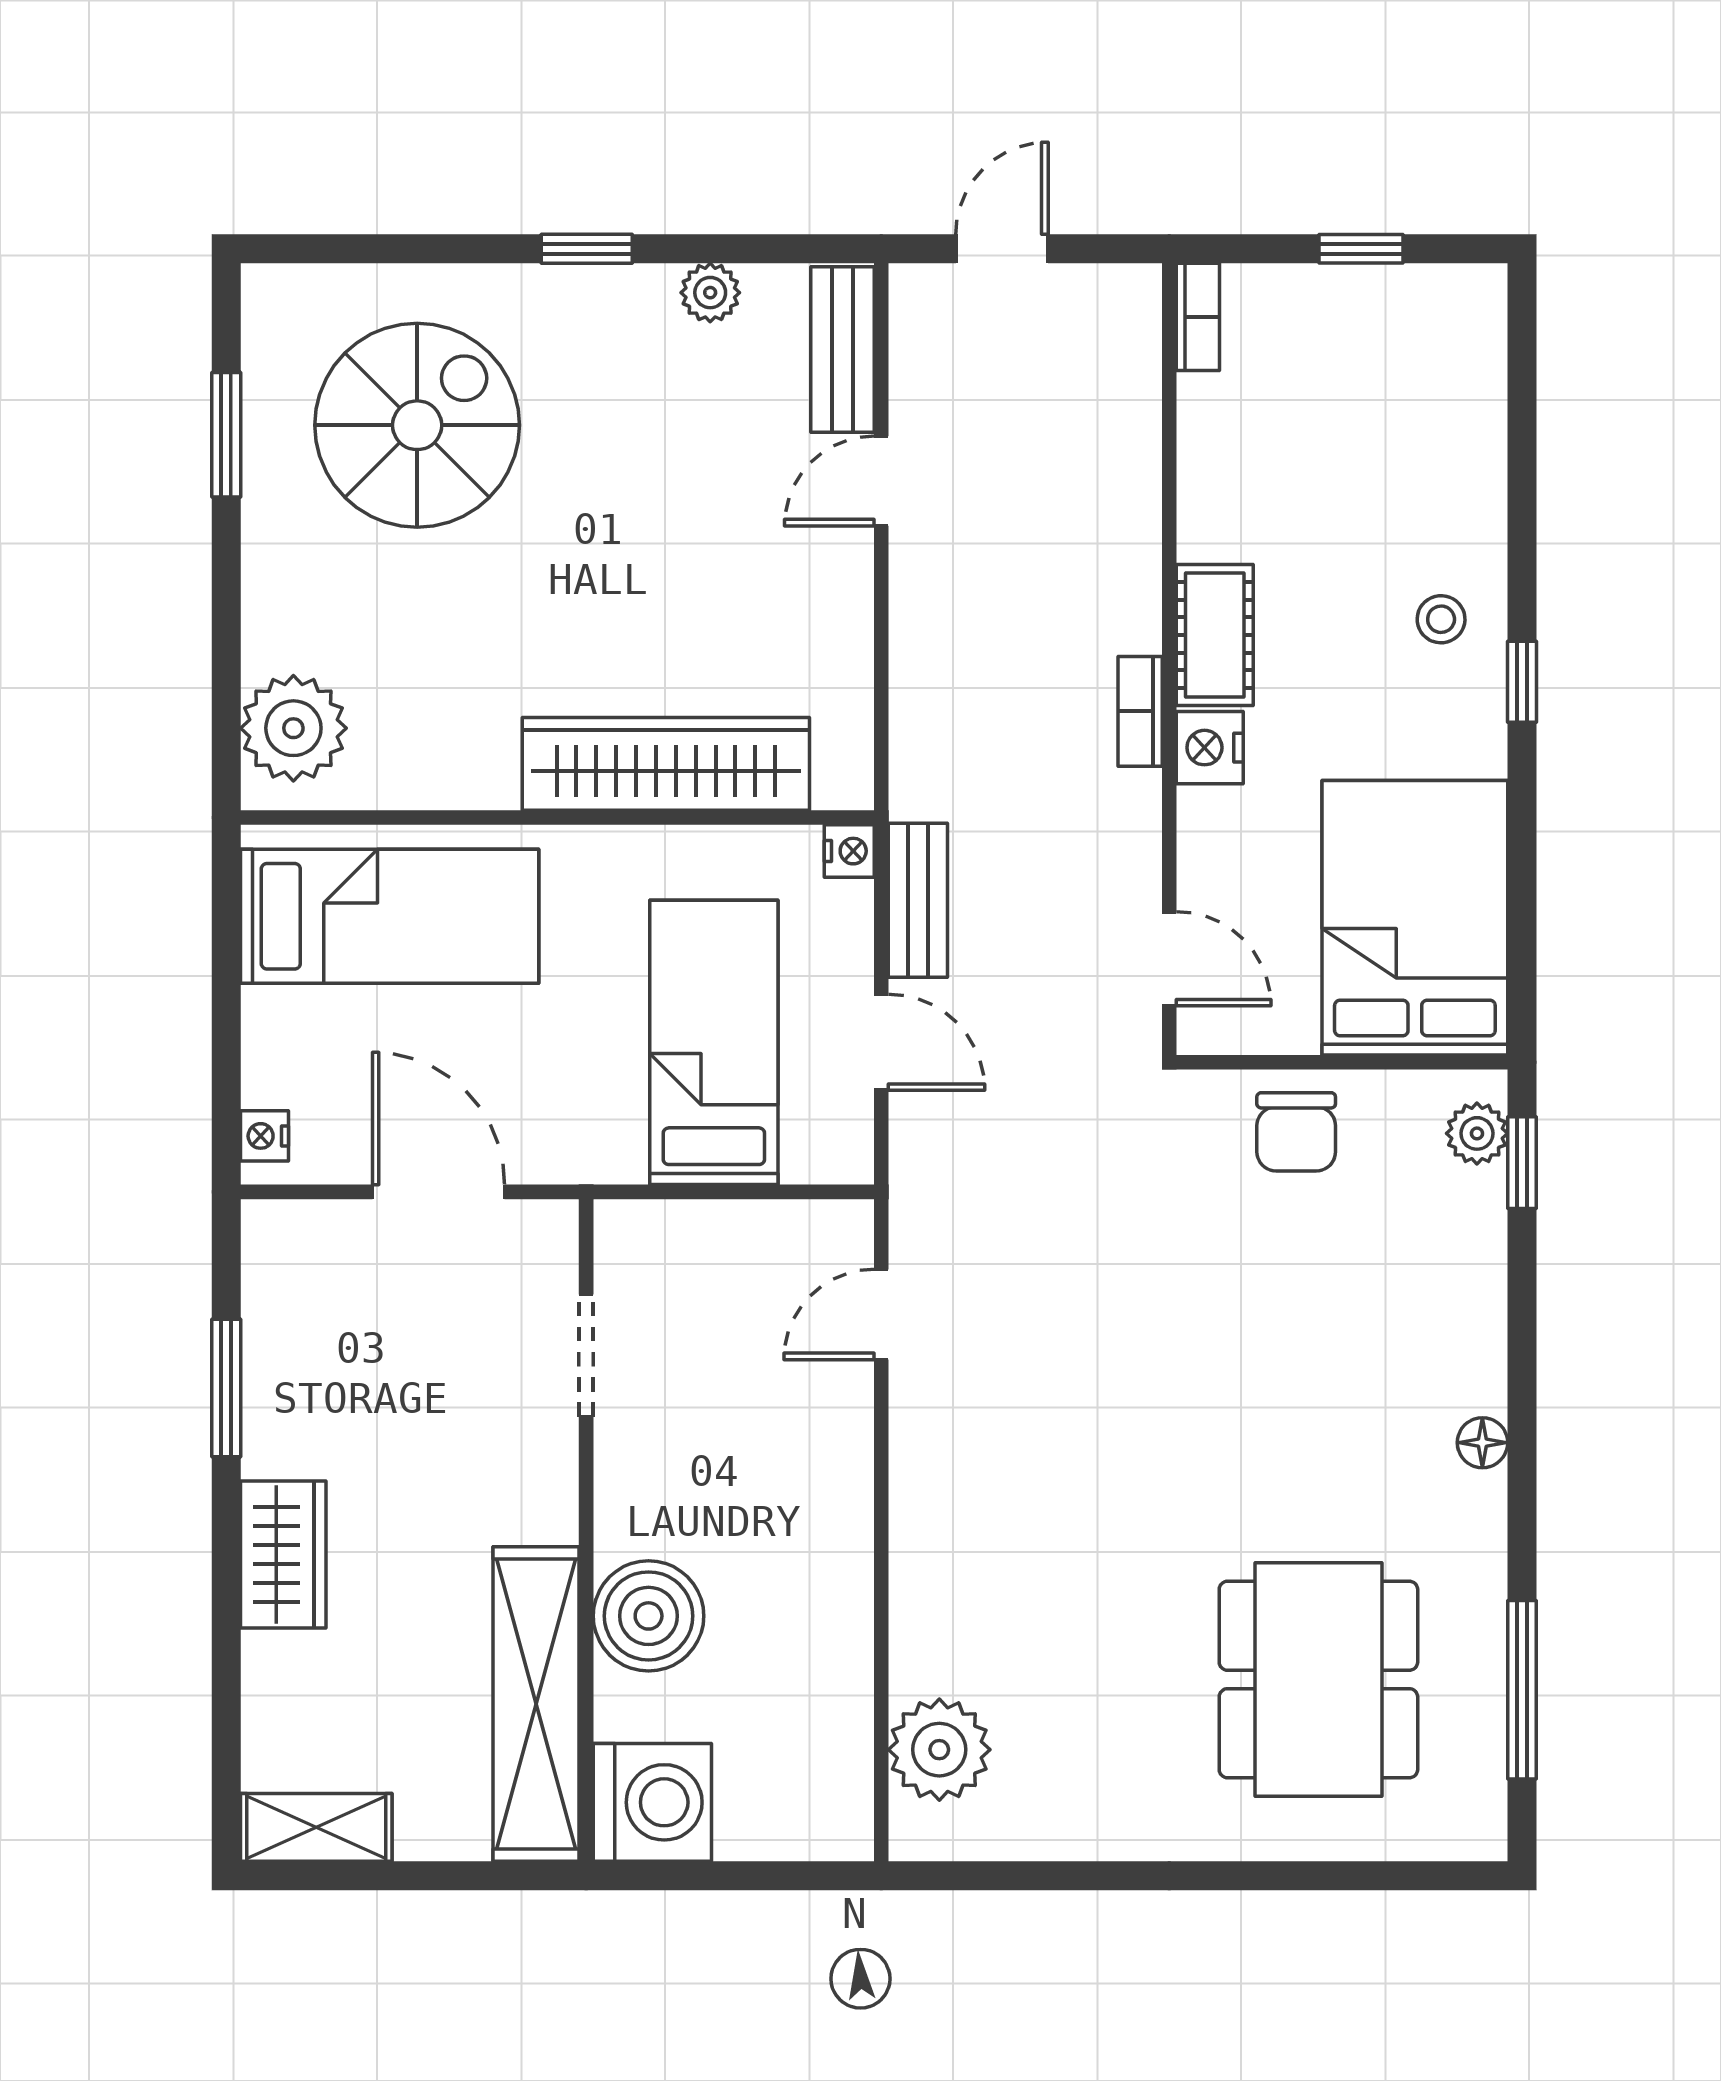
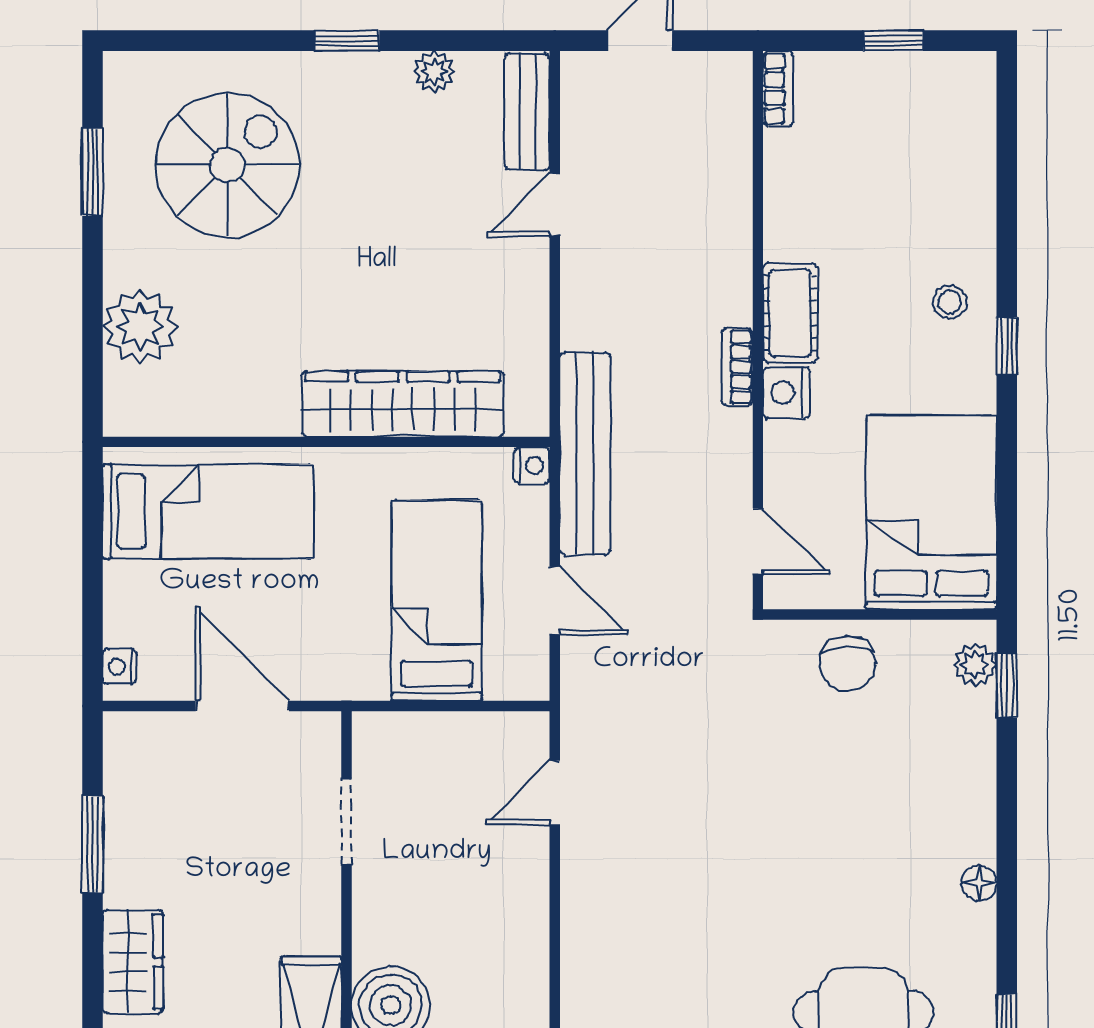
plant: (293, 728) -> (140, 327), moved
bench: (918, 900) -> (585, 453), width x1.86, depth x1.21

